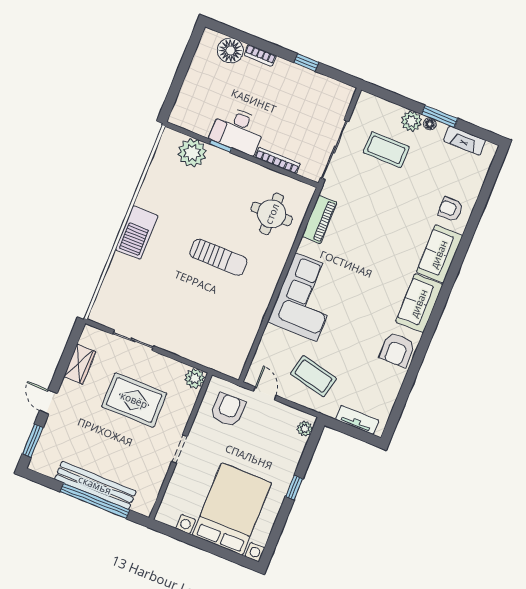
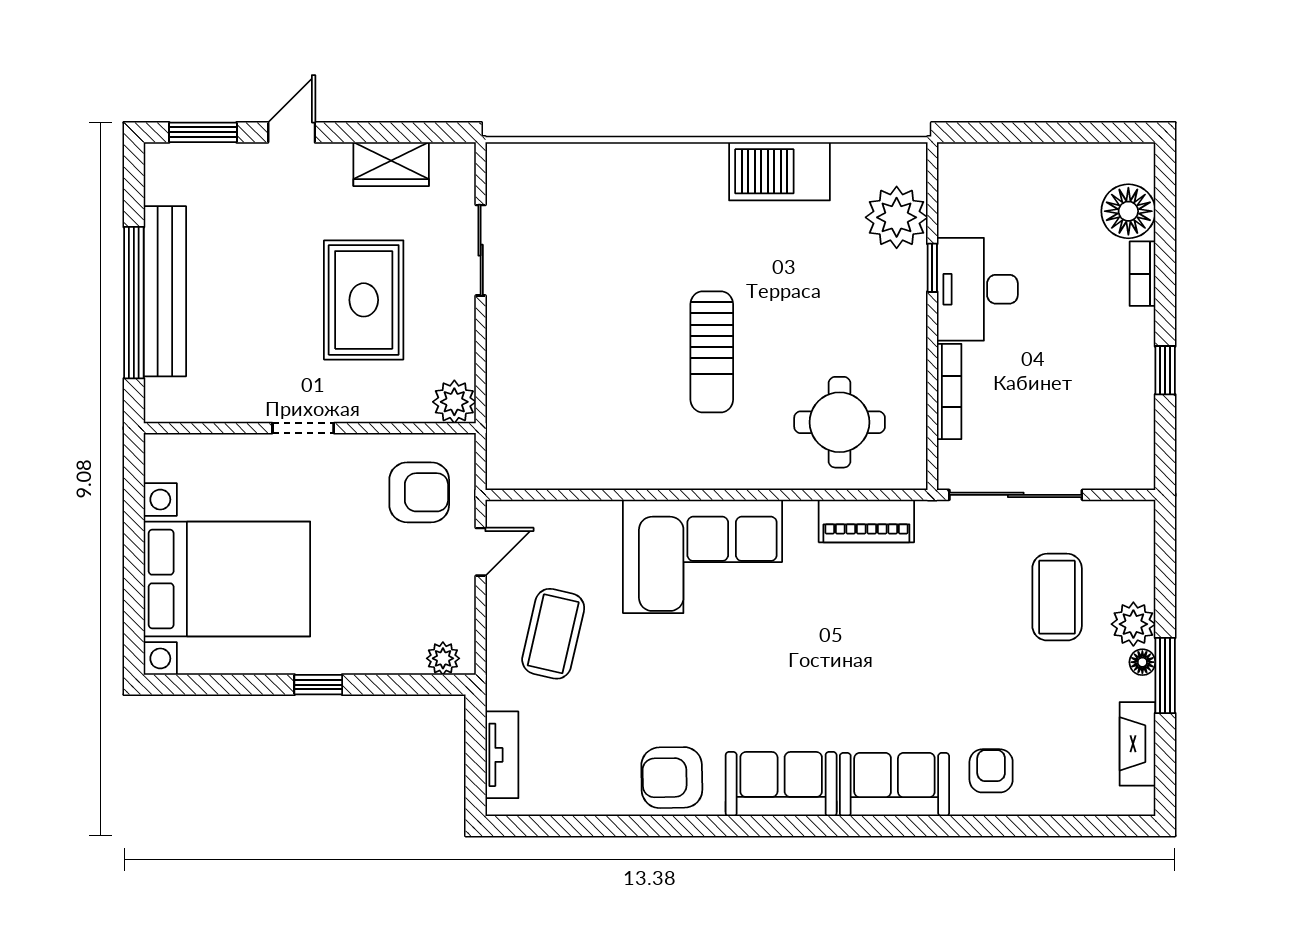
barbecue: (137, 232) -> (780, 171), moved

